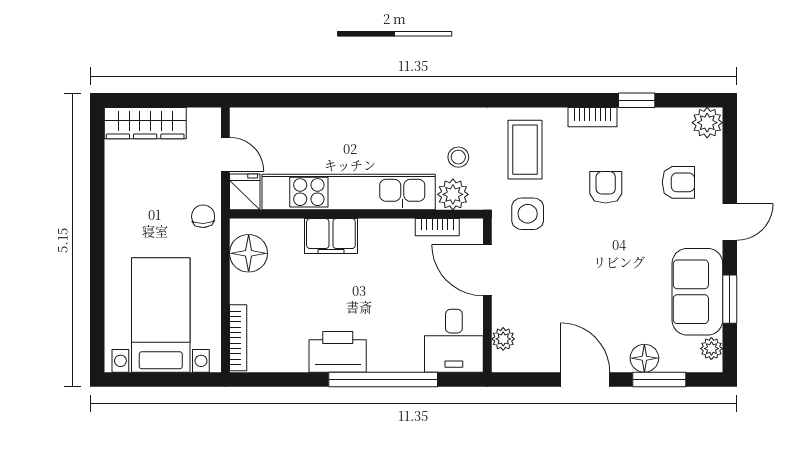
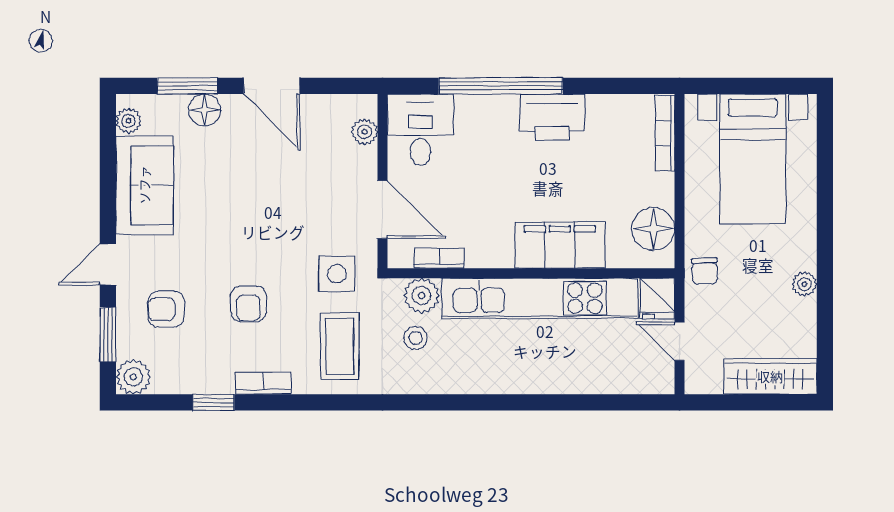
plant: (115, 205) -> (804, 284), added
filing cabinet: (331, 236) -> (560, 245), width x1.50, depth x1.17
window: (730, 299) -> (108, 335), moved

